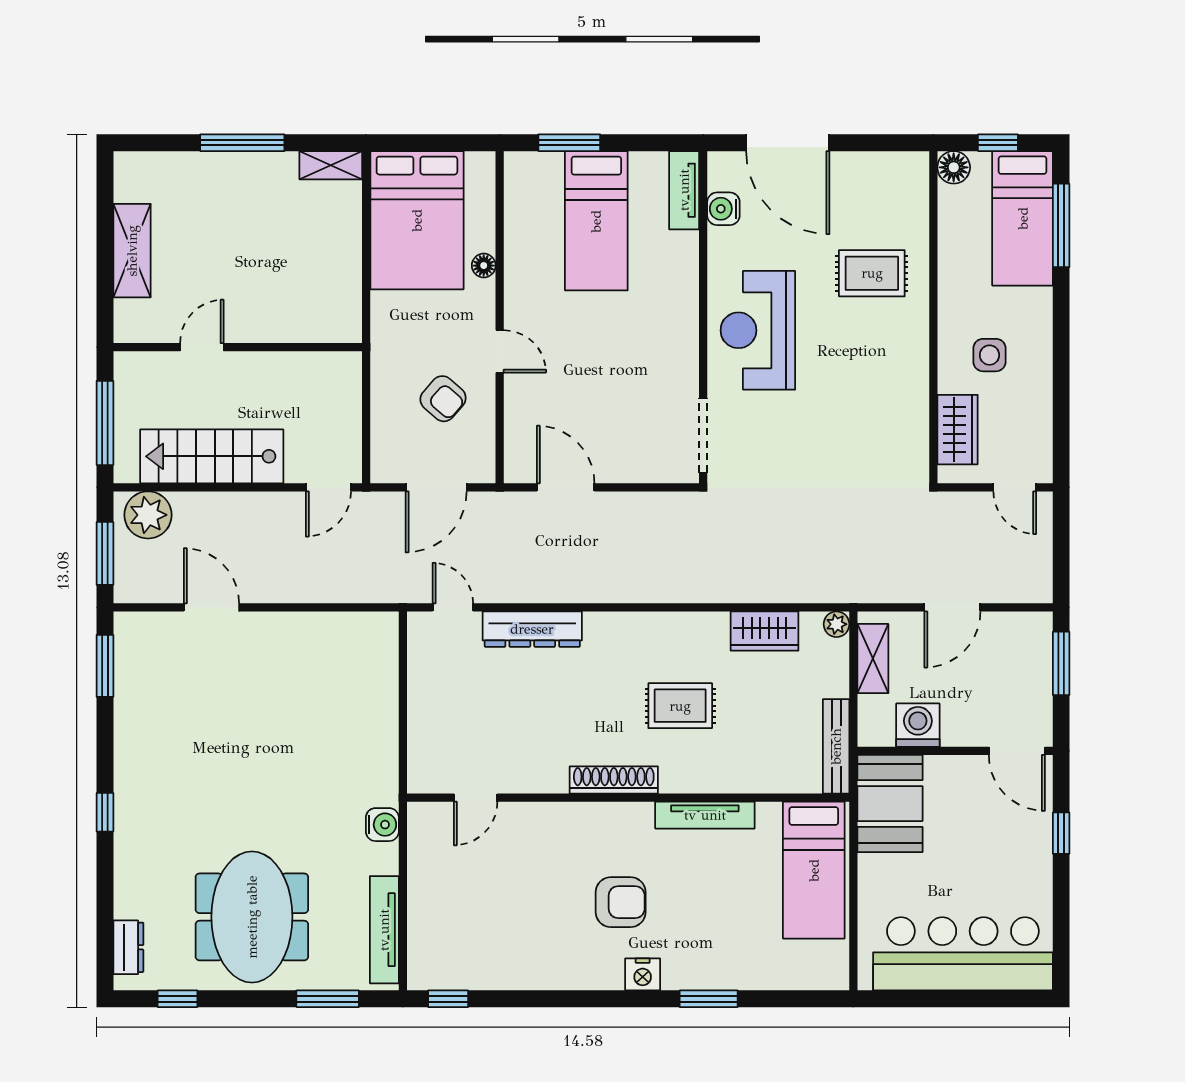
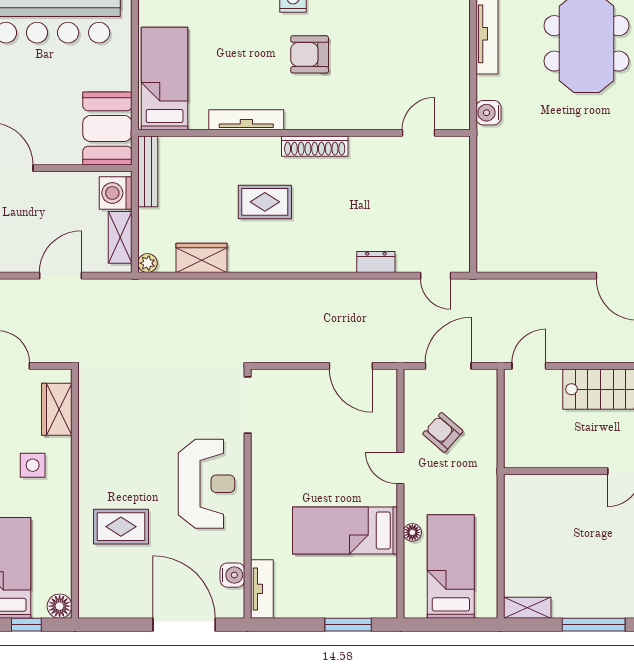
bed: (417, 220) -> (451, 566), width x0.67
bed: (596, 221) -> (345, 530), moved, turned -90
dresser: (532, 629) -> (376, 262), width x0.51, depth x0.80
washing machine: (918, 725) -> (116, 193), moved, turned 90

